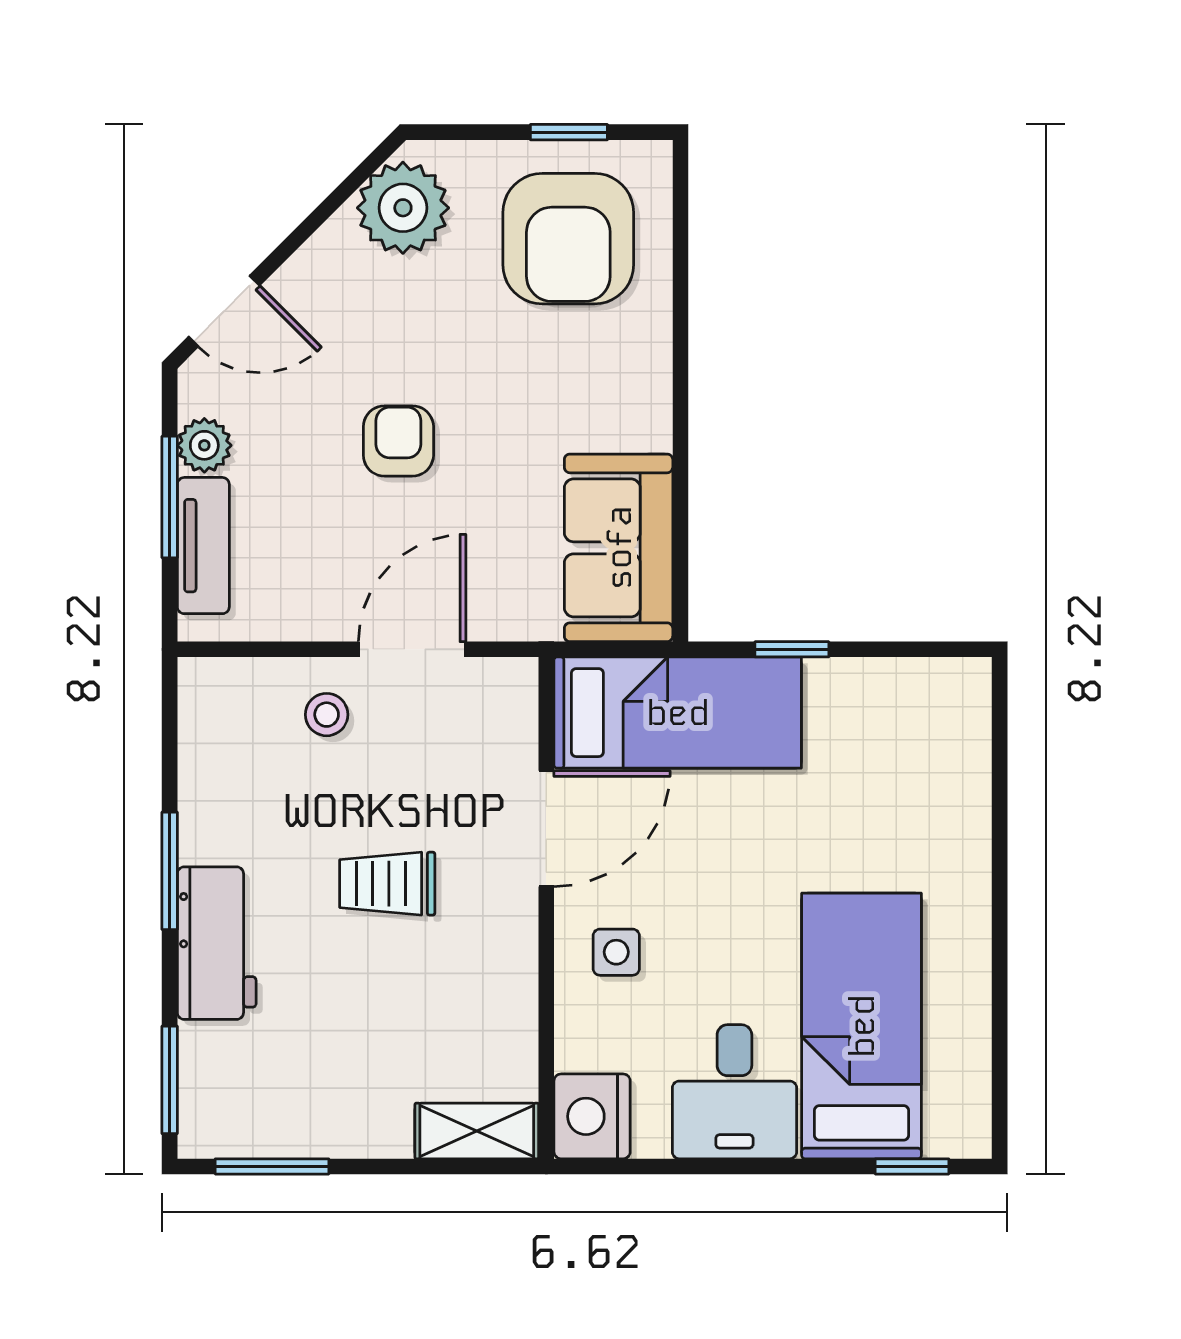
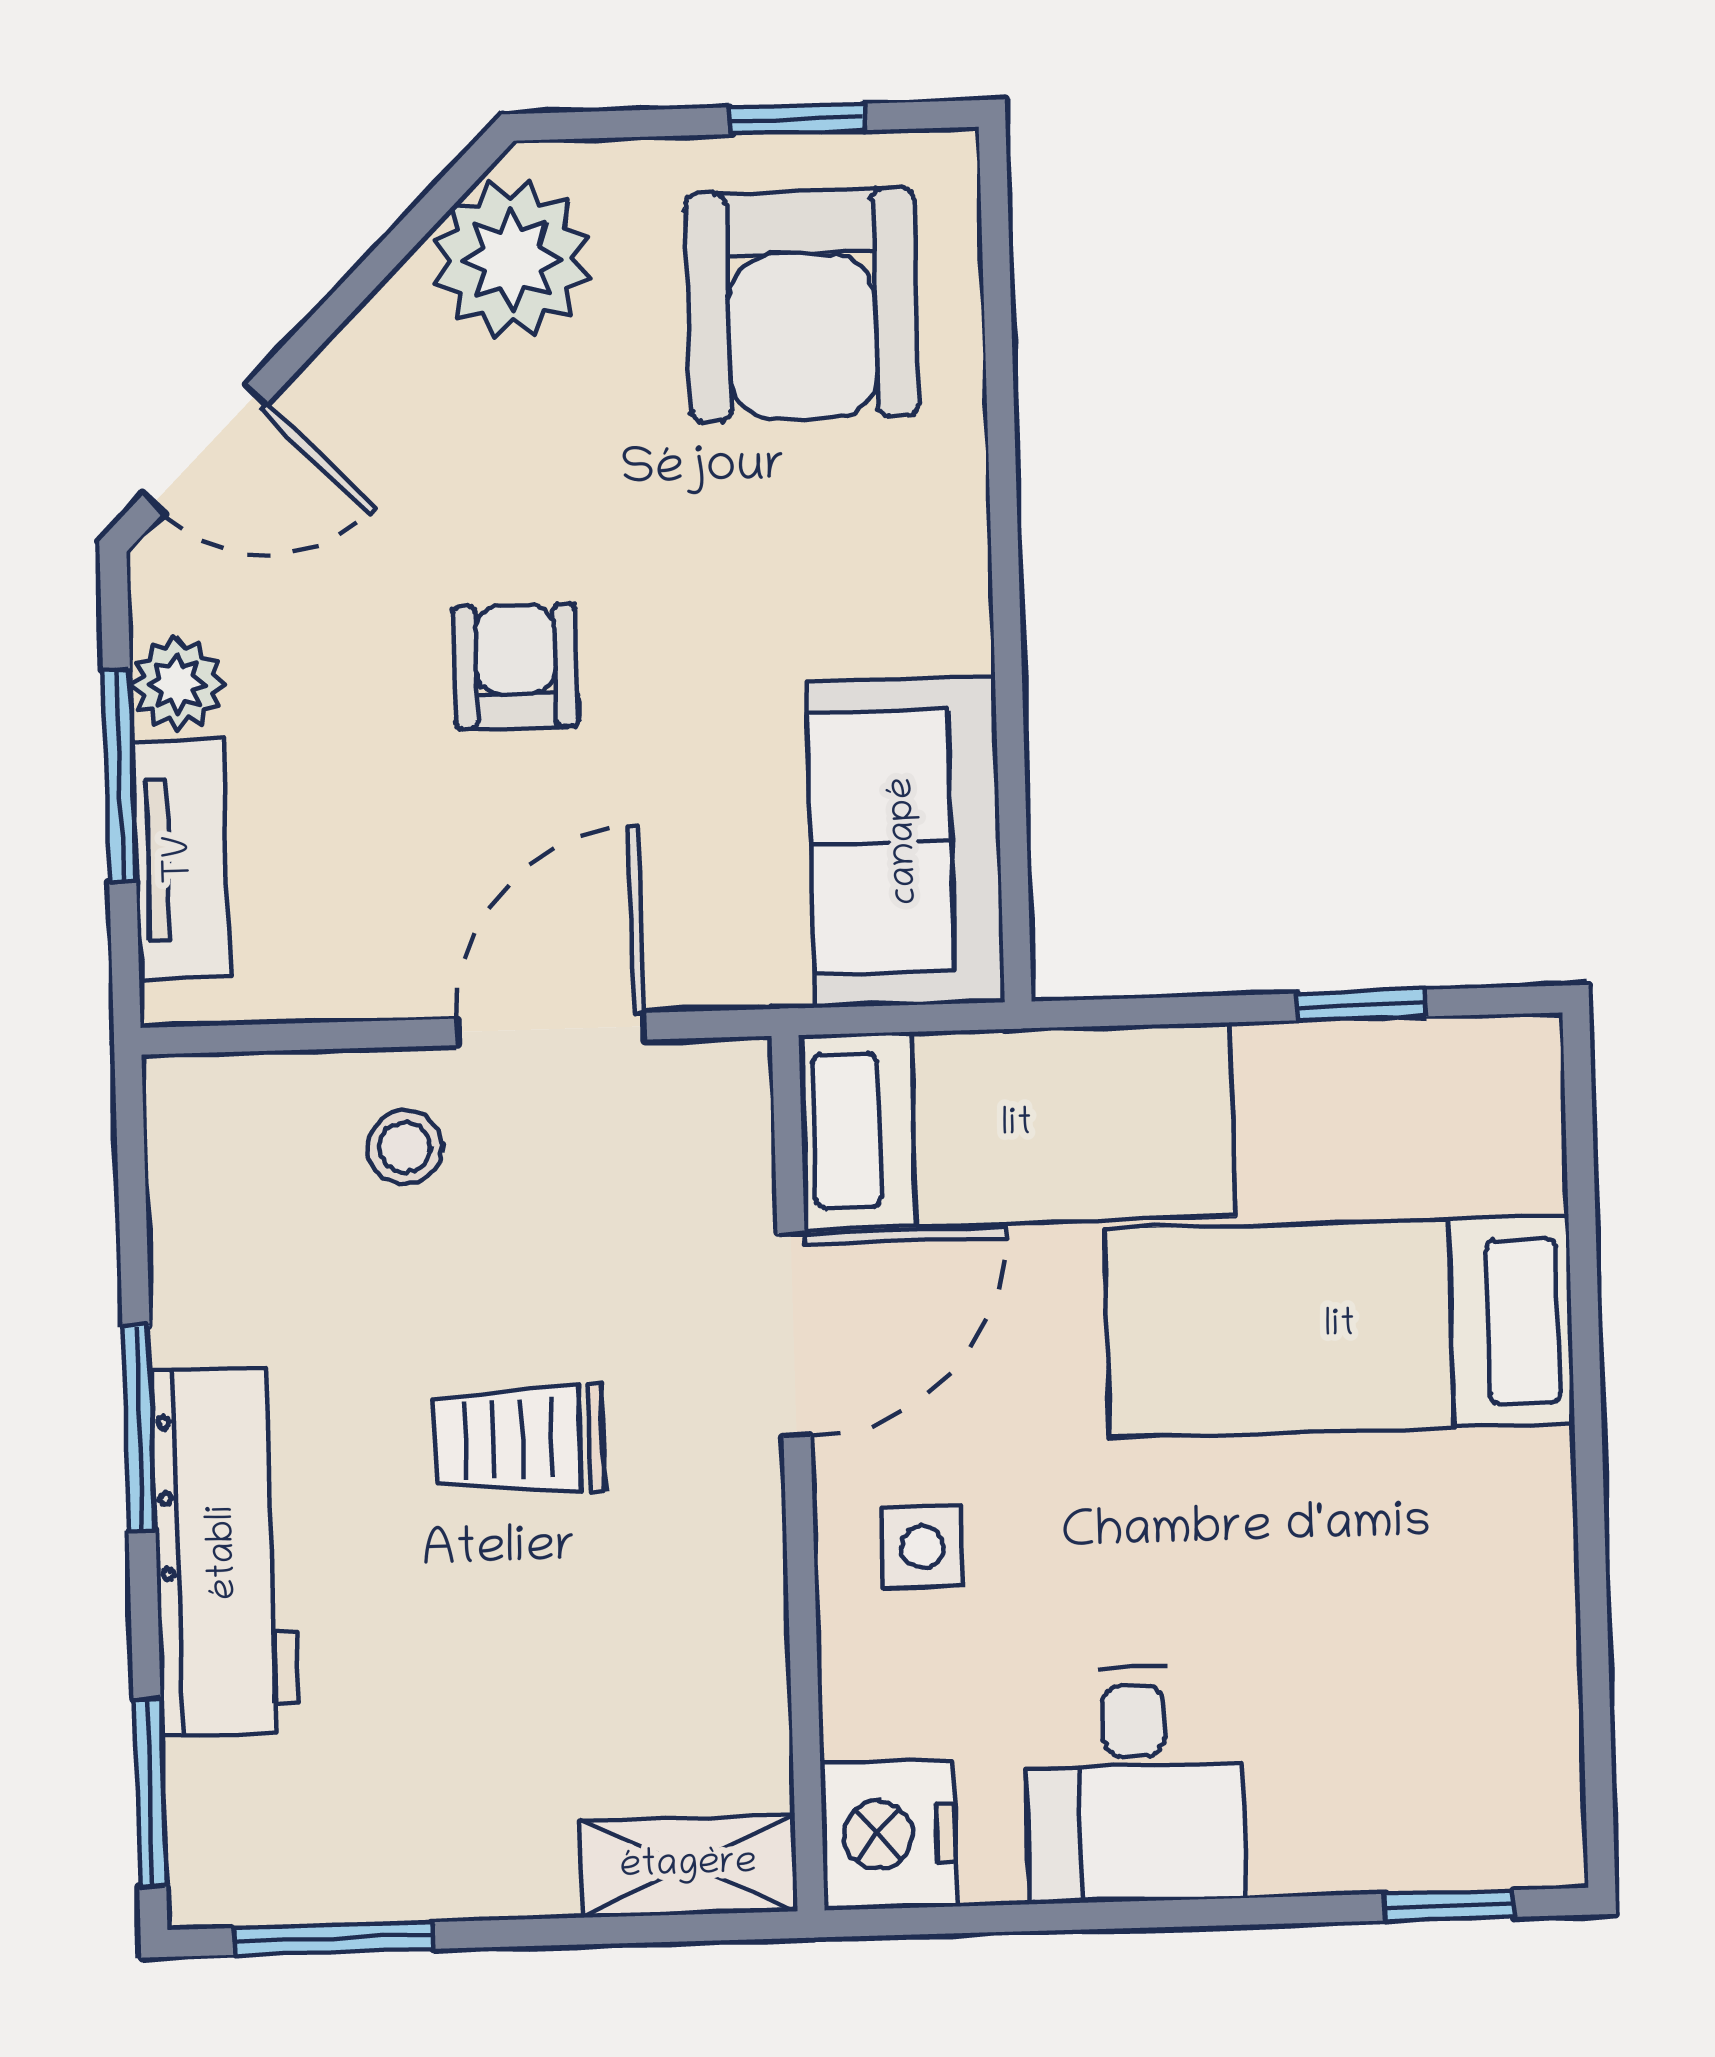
window: (792, 649) -> (1362, 1005), moved
workbench: (217, 943) -> (225, 1552), width x1.38
bed: (862, 1026) -> (1340, 1327), moved, turned -90

